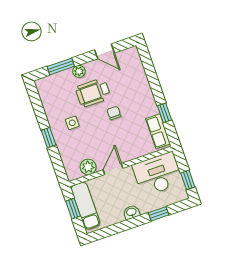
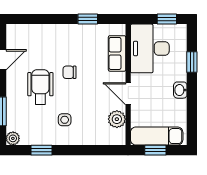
plant: (79, 71) -> (13, 138), moved
wheelchair: (93, 93) -> (40, 87), turned 180
row of seats: (158, 131) -> (117, 53), moved, turned 90
window: (49, 138) -> (41, 150), moved

